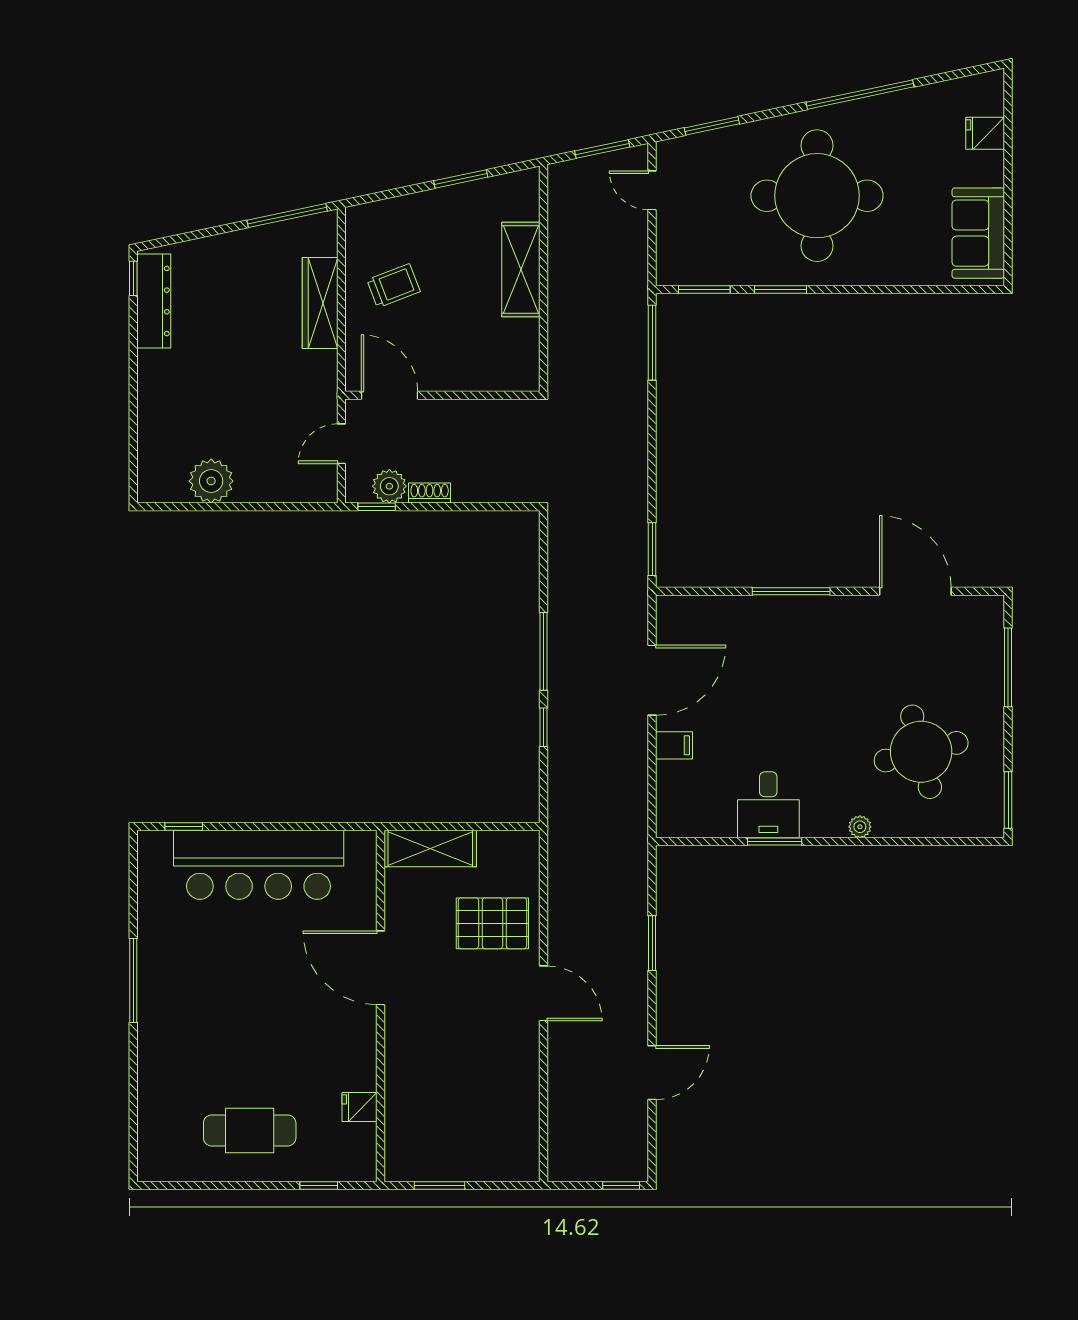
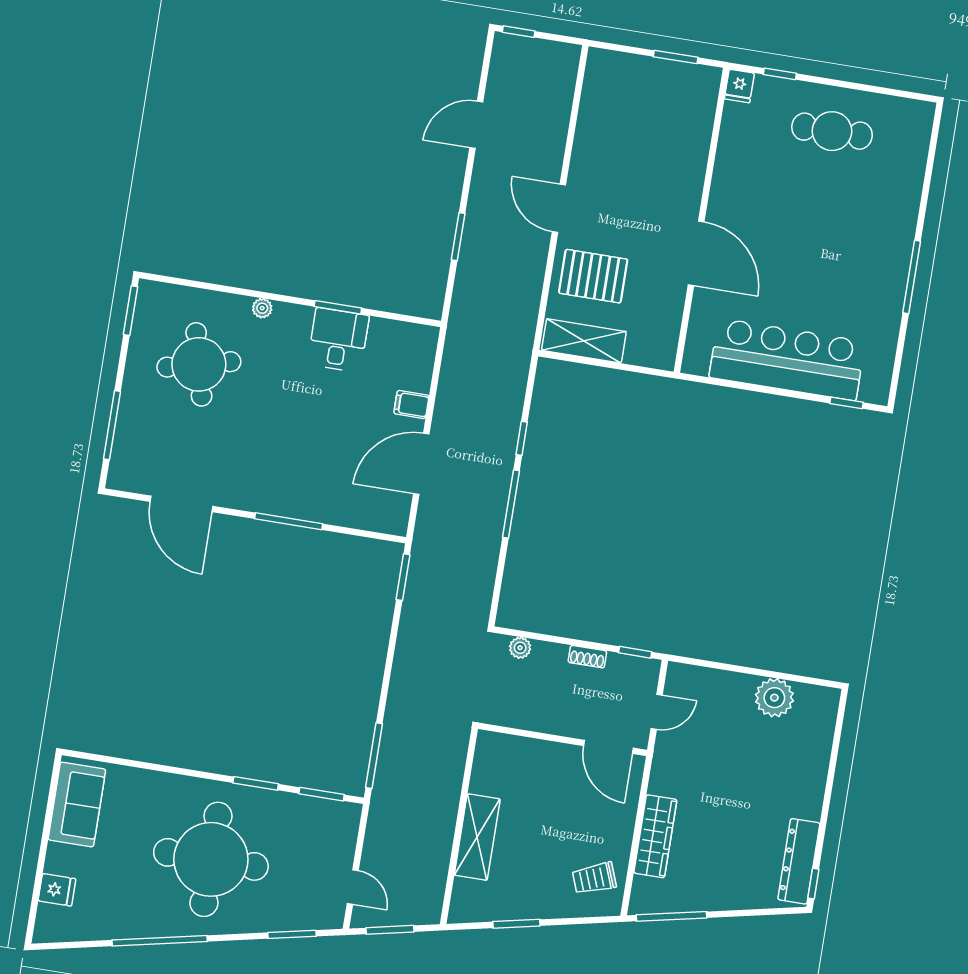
trolley: (394, 286) -> (594, 878), moved
plant: (389, 486) -> (520, 648), moved, width x0.73, depth x0.73
shelving: (430, 849) -> (584, 341), moved
fridge: (360, 1107) -> (739, 86), moved, turned 90

